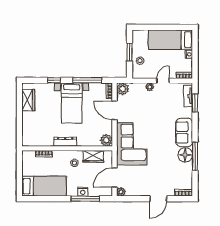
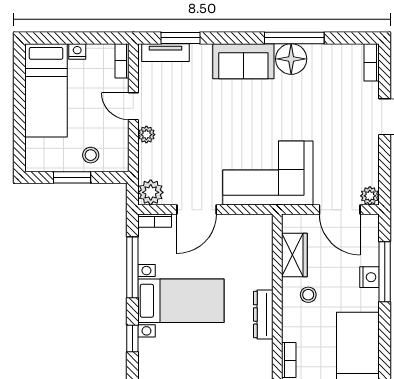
plant: (106, 140) -> (260, 227), removed

